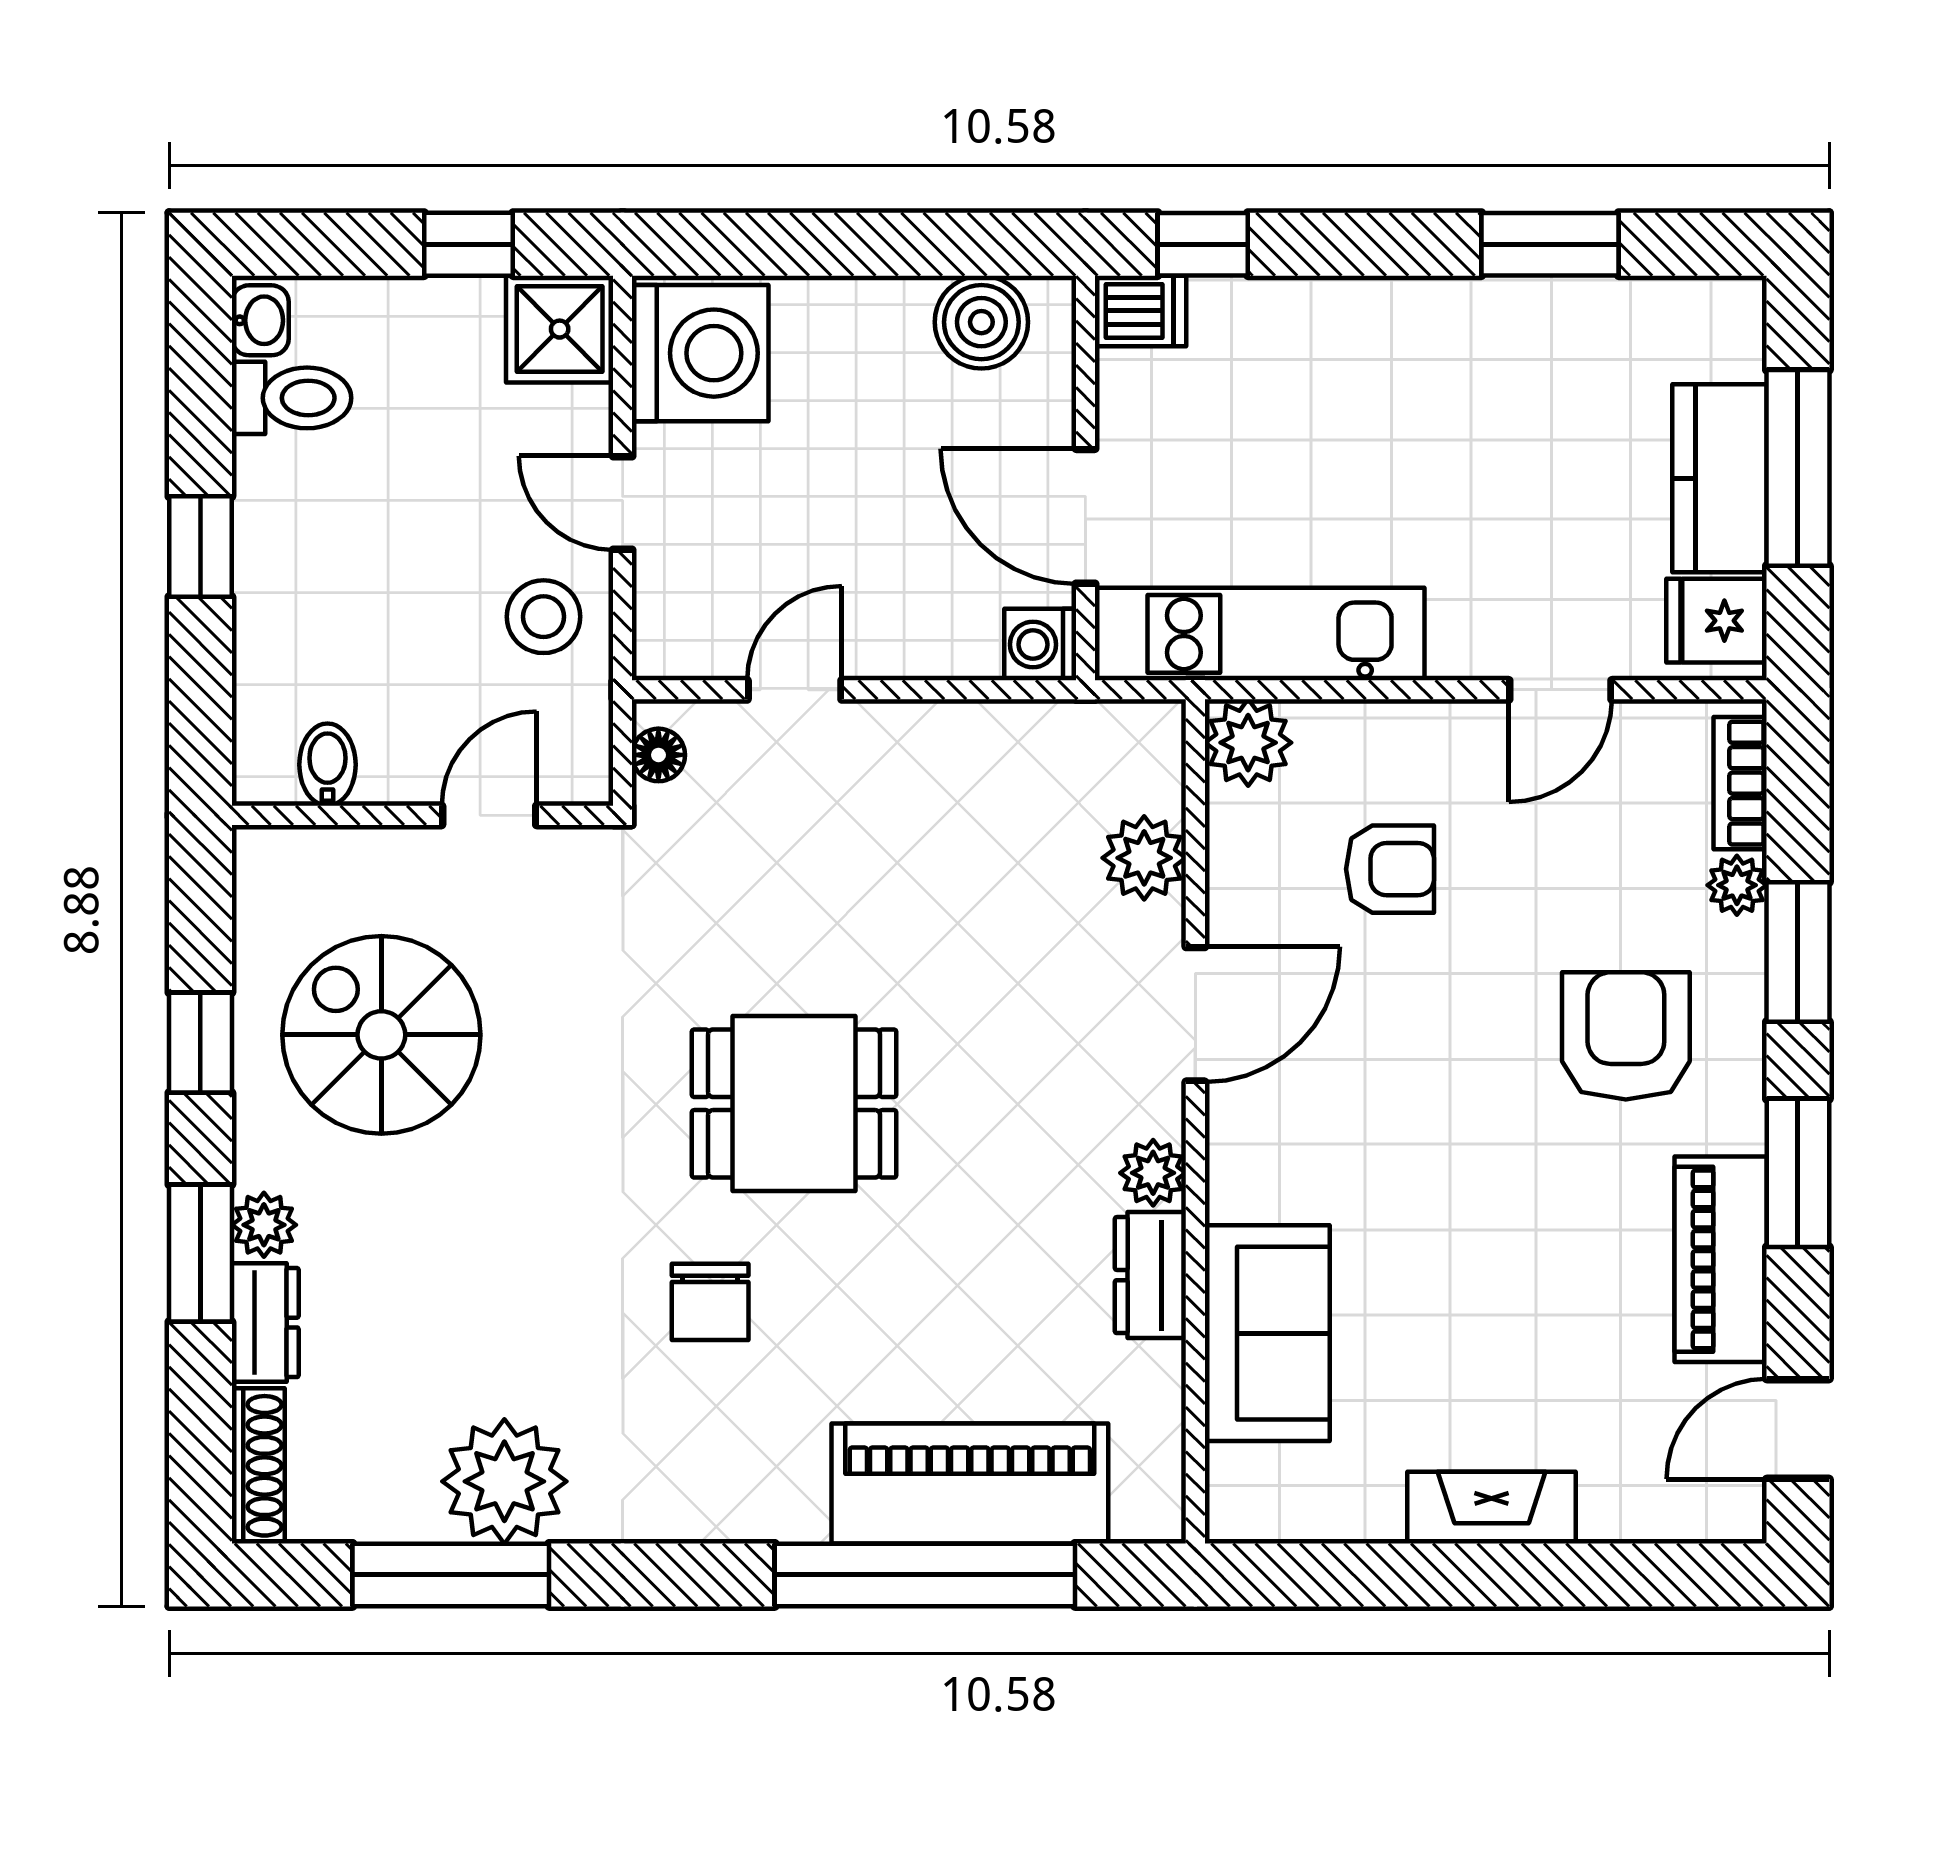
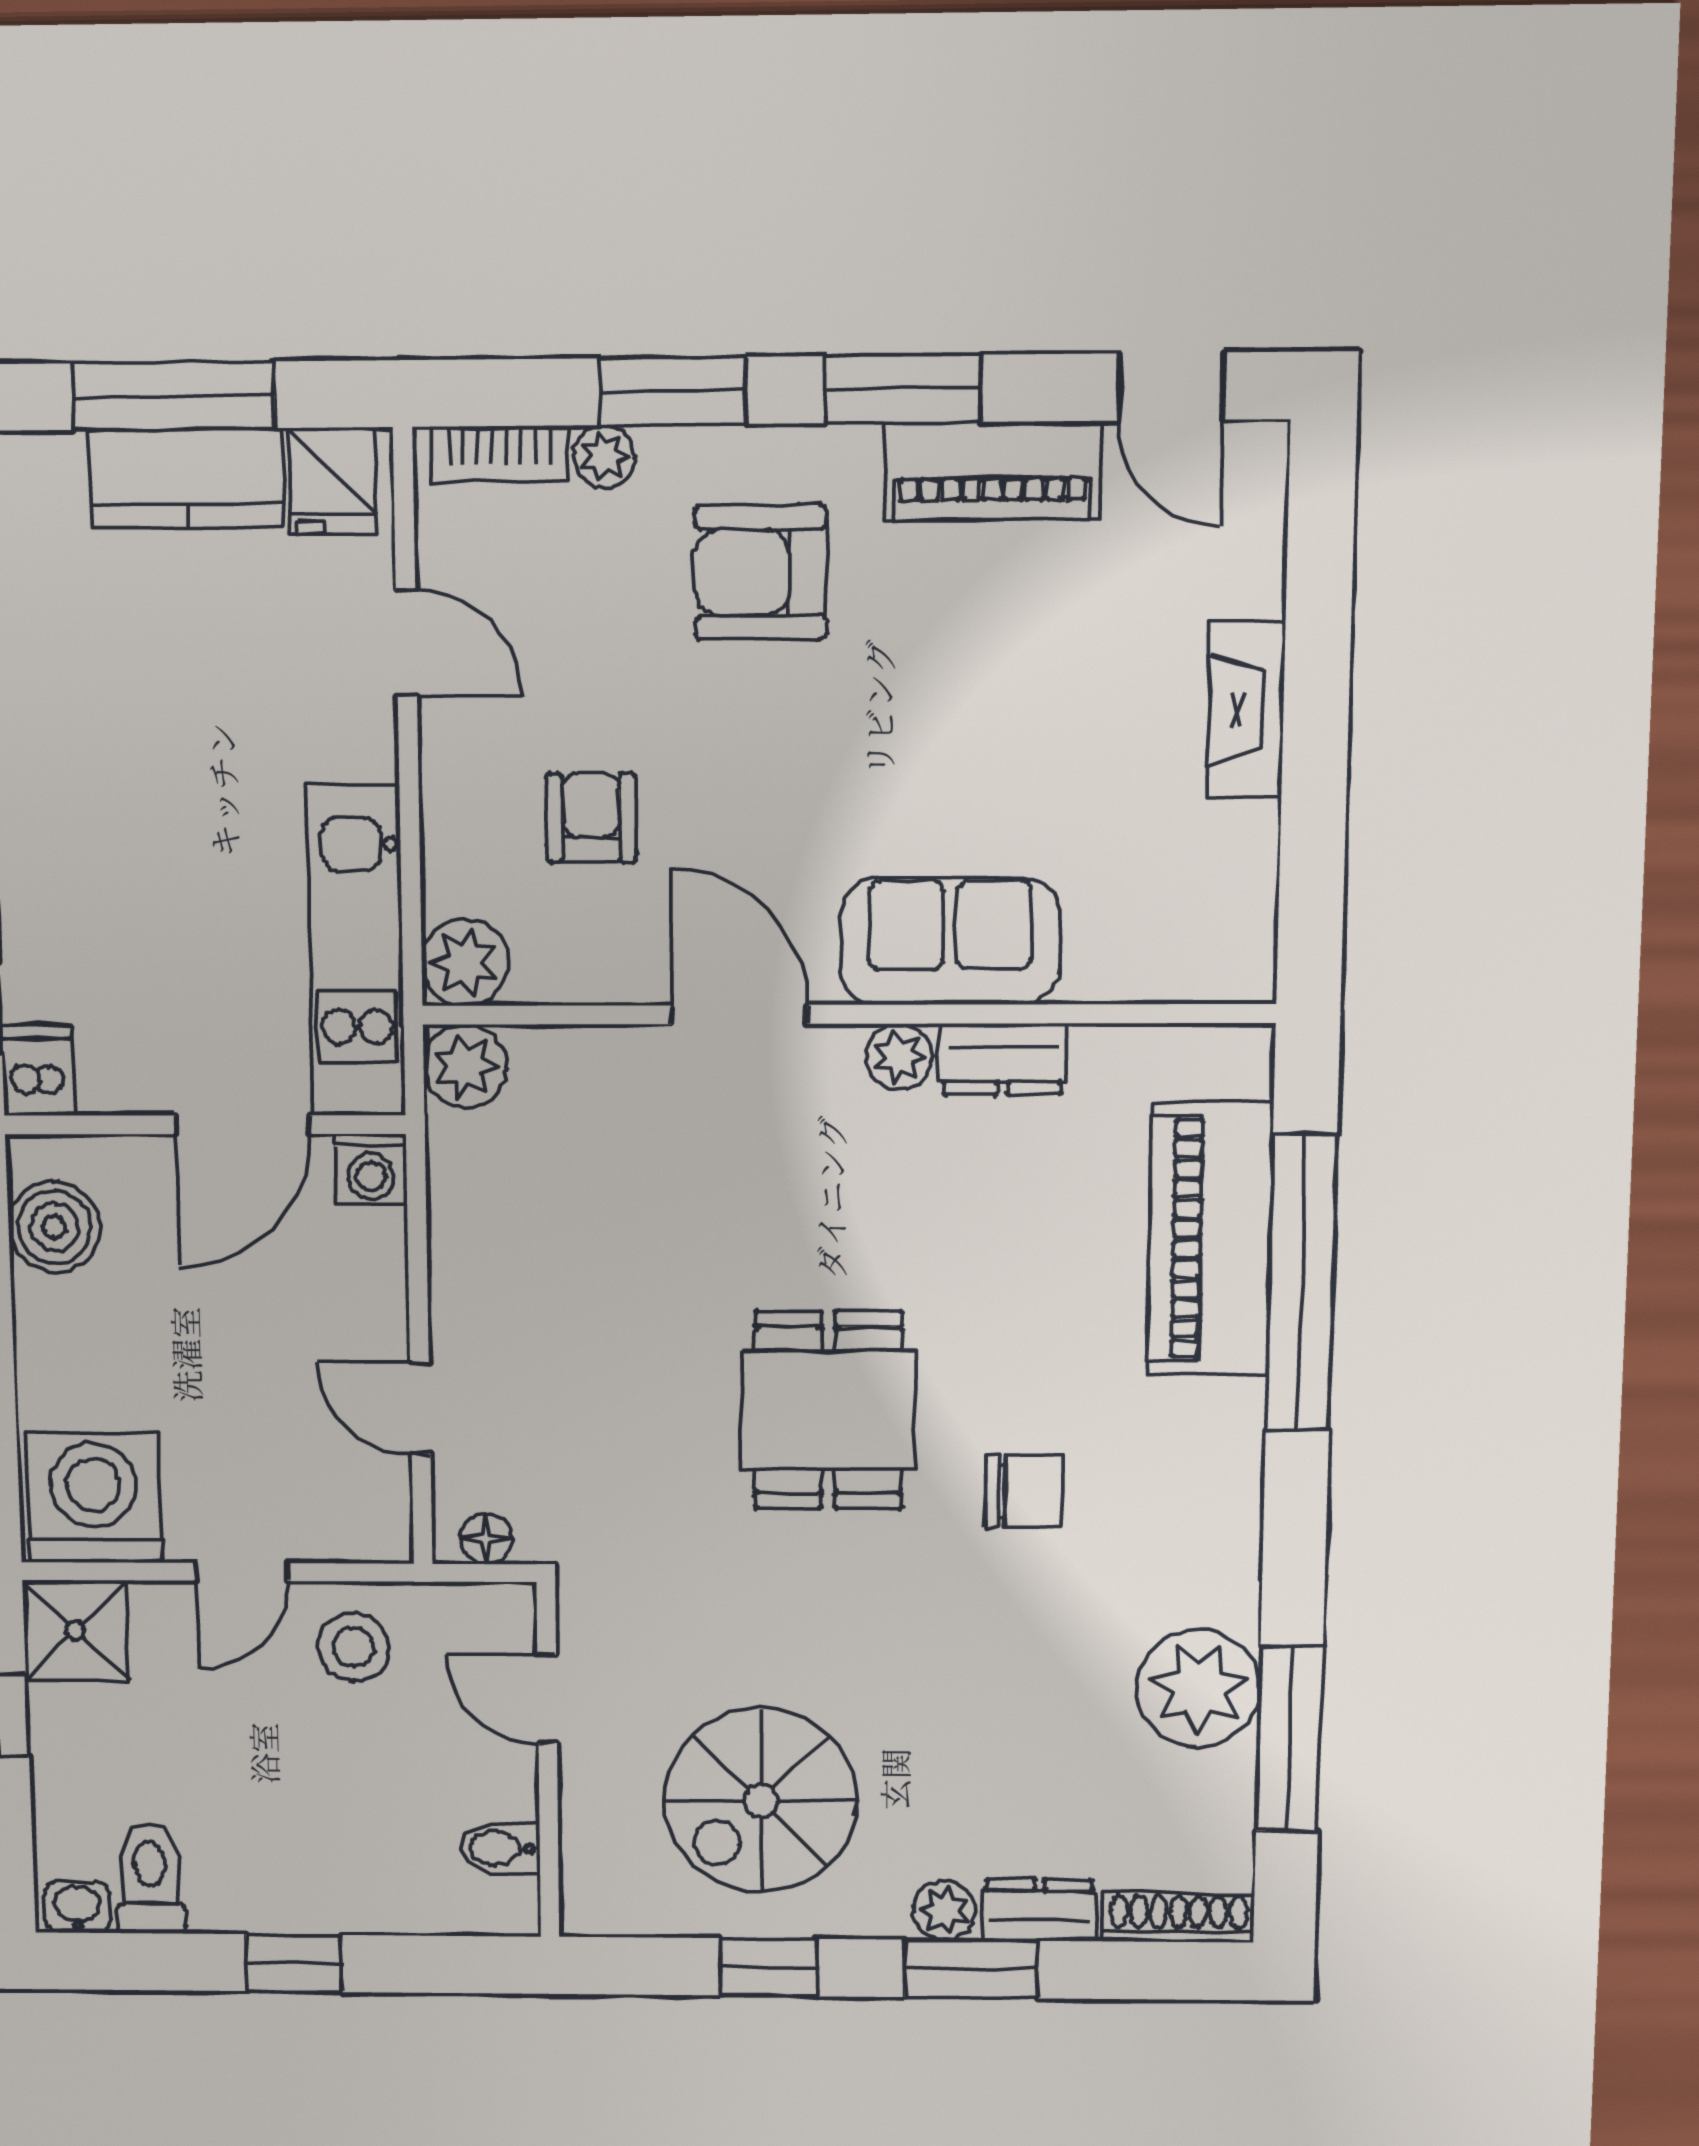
plant: (1144, 858) -> (465, 1066), moved
sofa: (1267, 1333) -> (950, 941), moved

